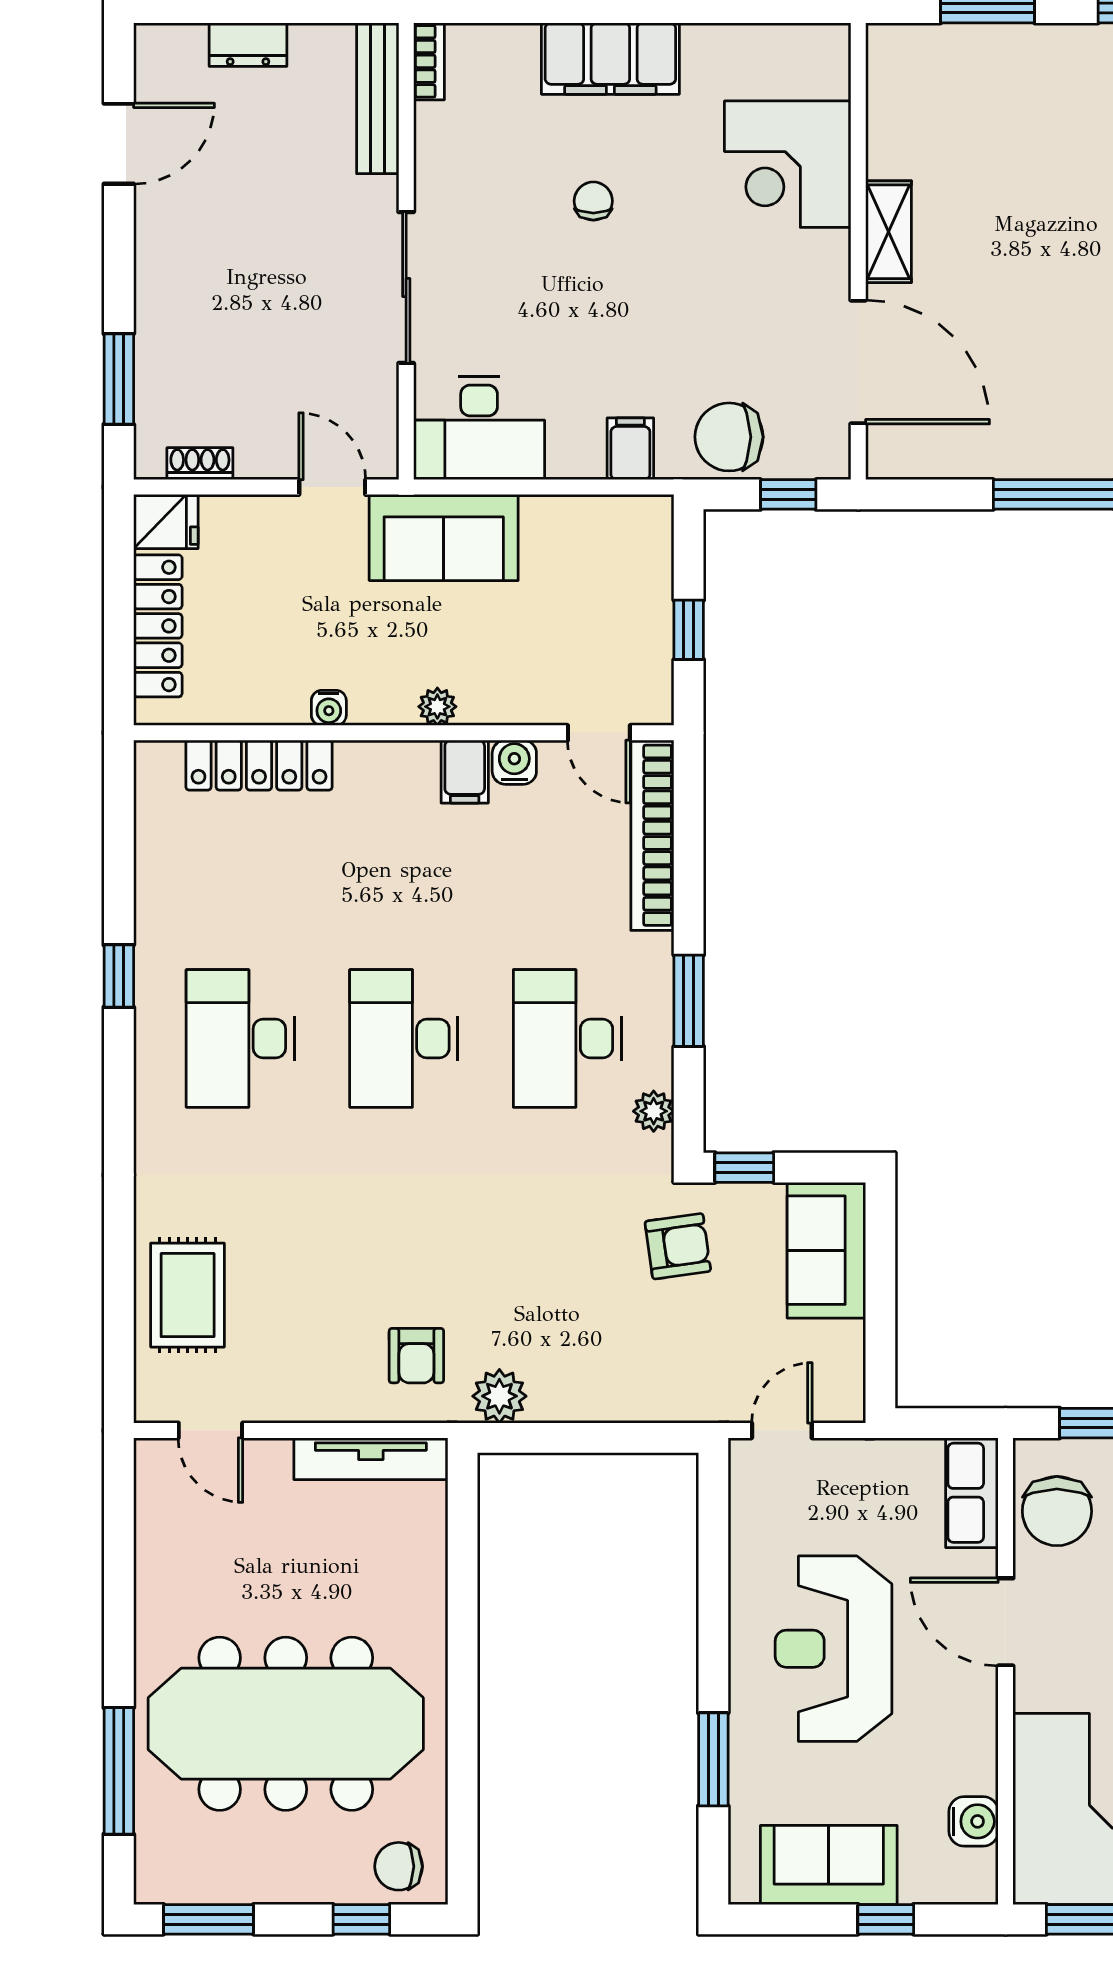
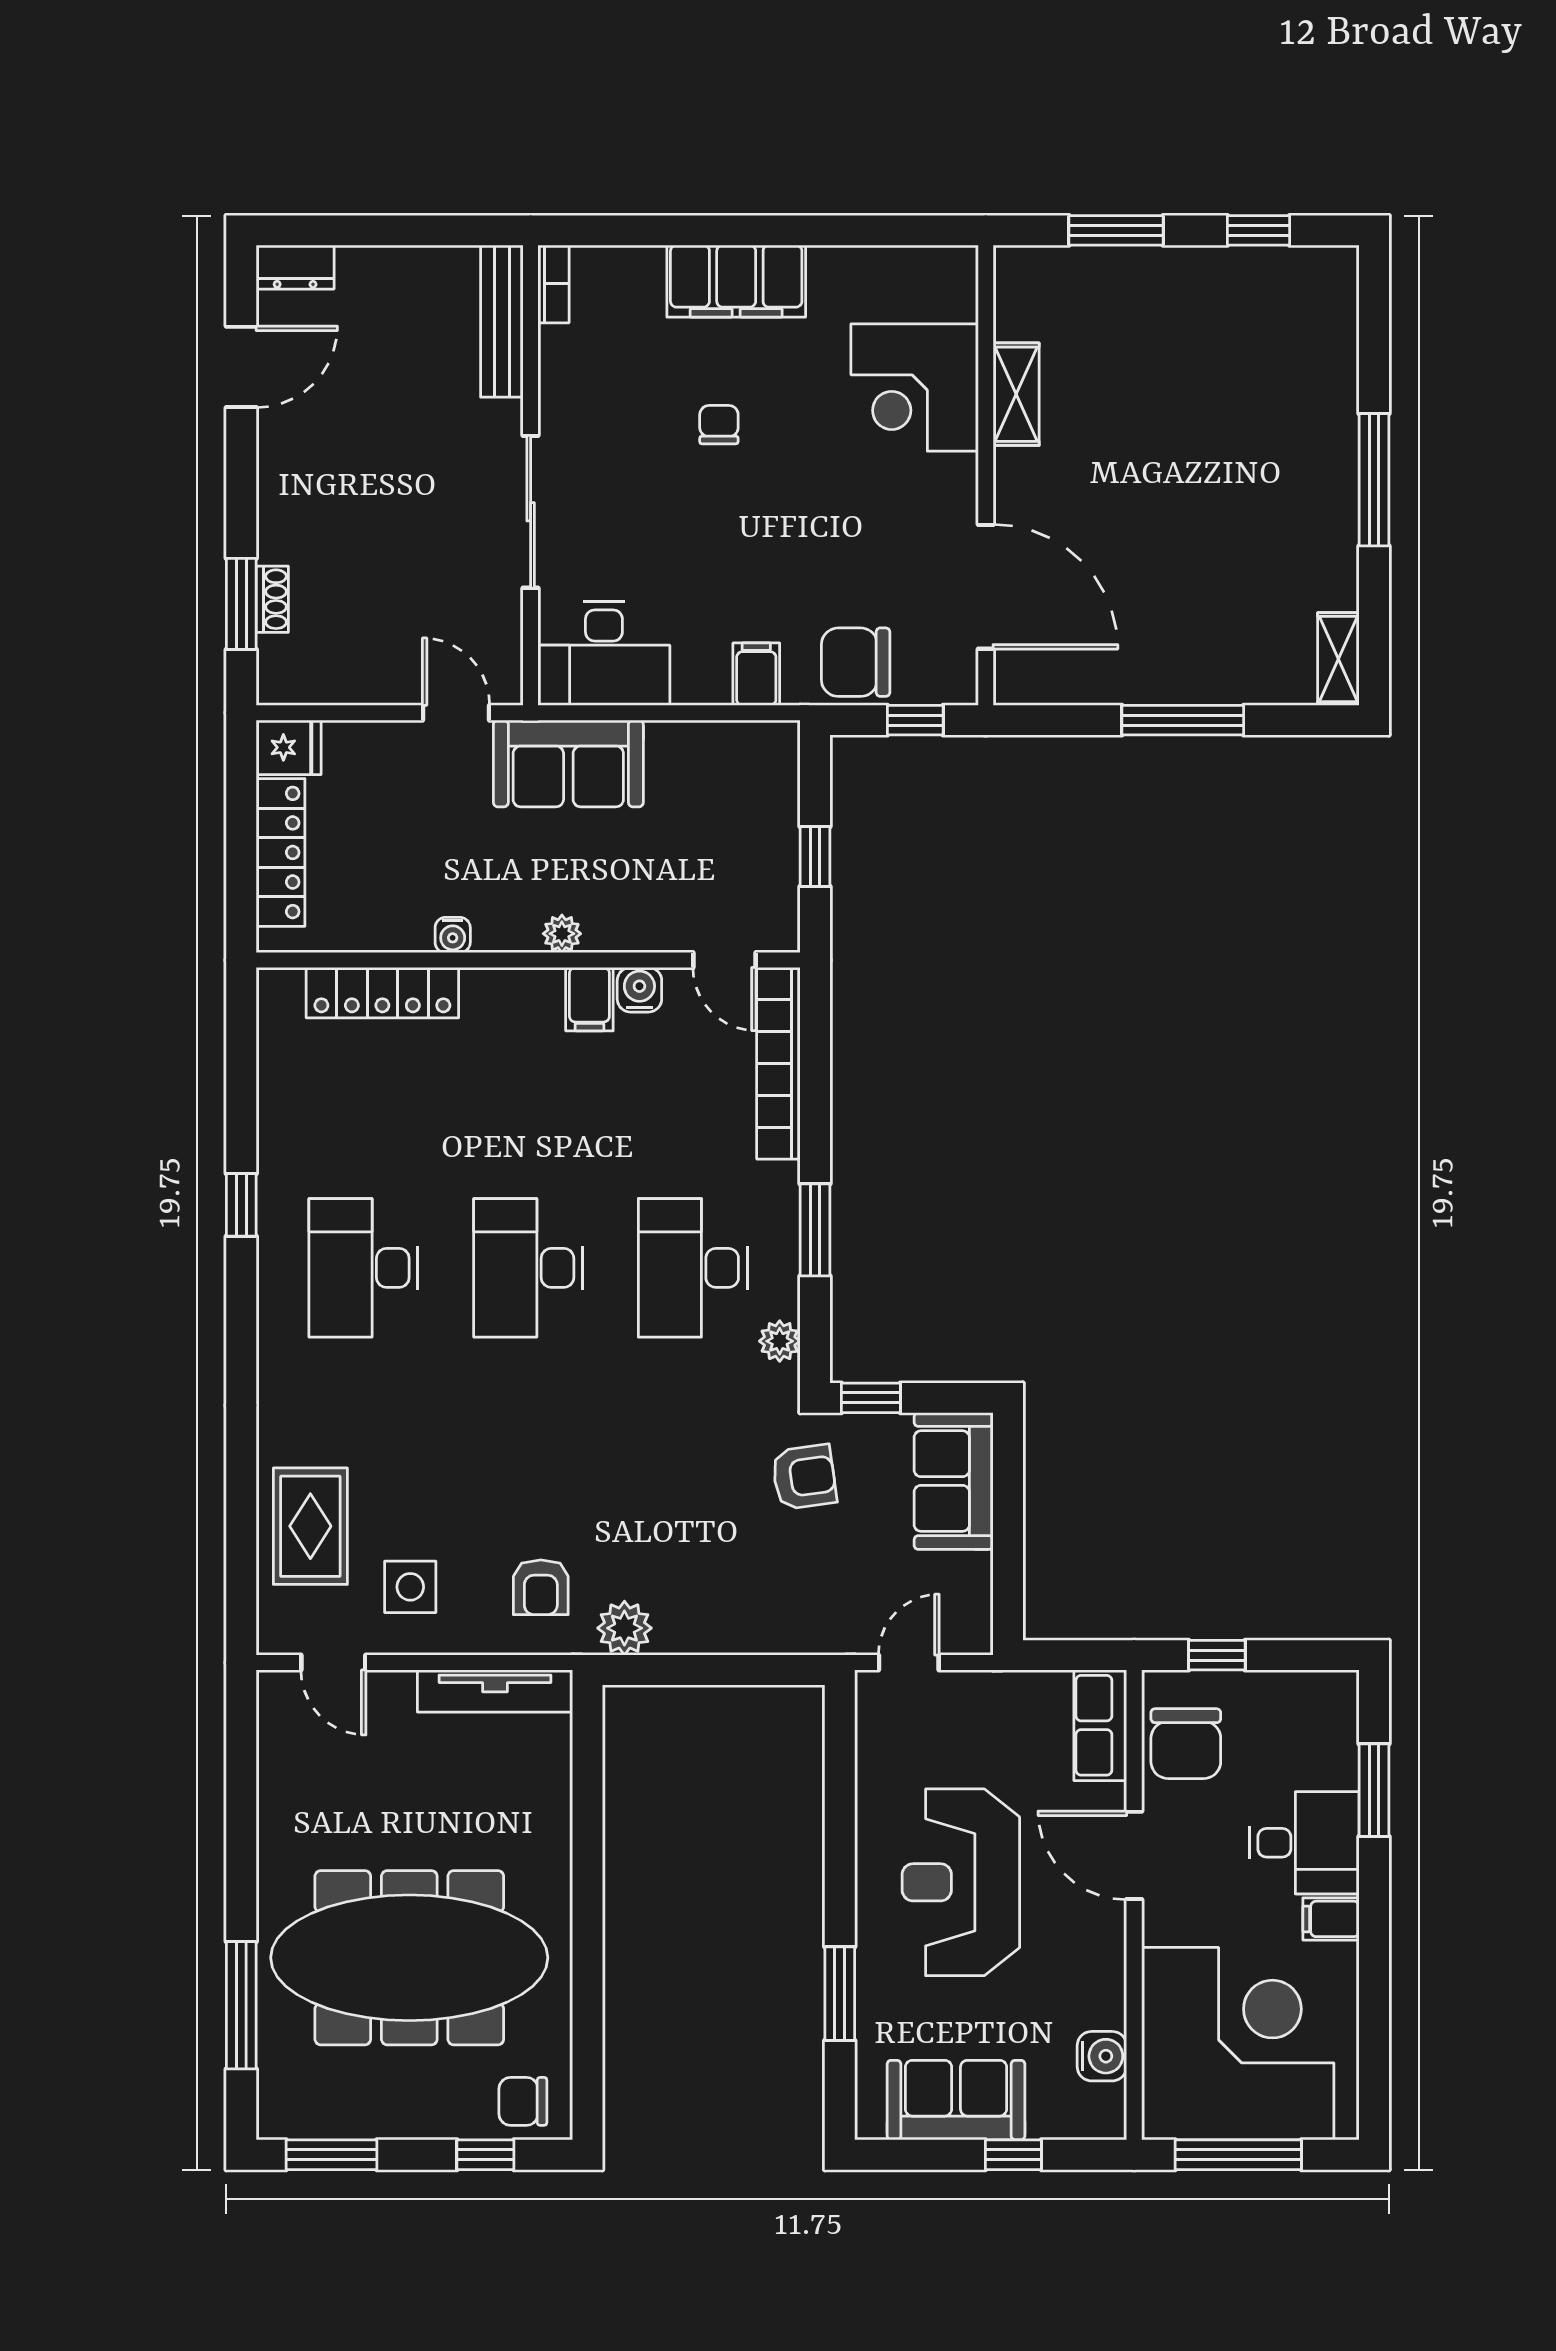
dresser: (248, 45) -> (295, 267), moved
shelving: (888, 232) -> (1016, 394), moved
shoe rack: (200, 464) -> (272, 599), moved, turned 90
side table: (287, 1355) -> (410, 1587), added

